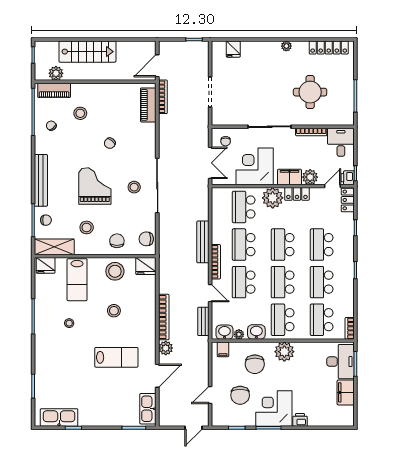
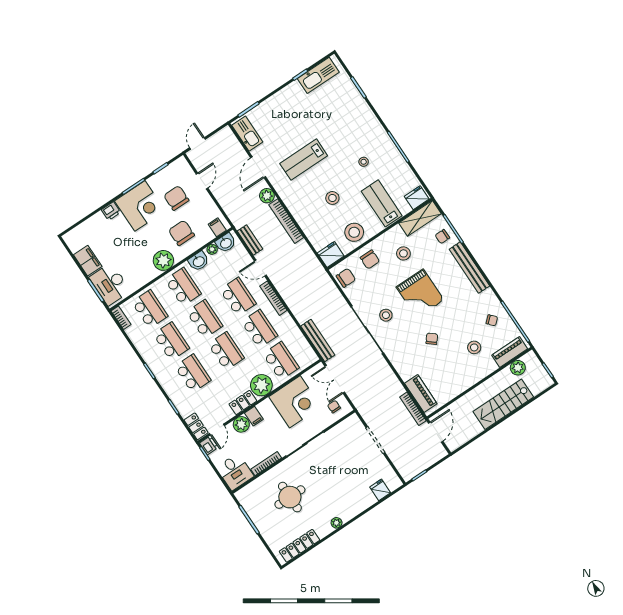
filing cabinet: (290, 177) -> (254, 416), width x0.50
bench: (203, 242) -> (318, 340), moved

